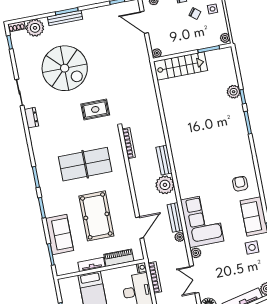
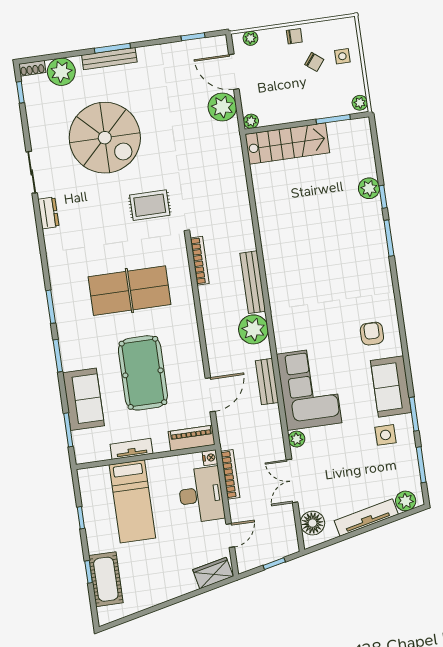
bench: (164, 160) -> (253, 282), width x1.36
plant: (180, 237) -> (222, 107), moved, width x1.87, depth x1.87
piano: (119, 258) -> (192, 438), moved

